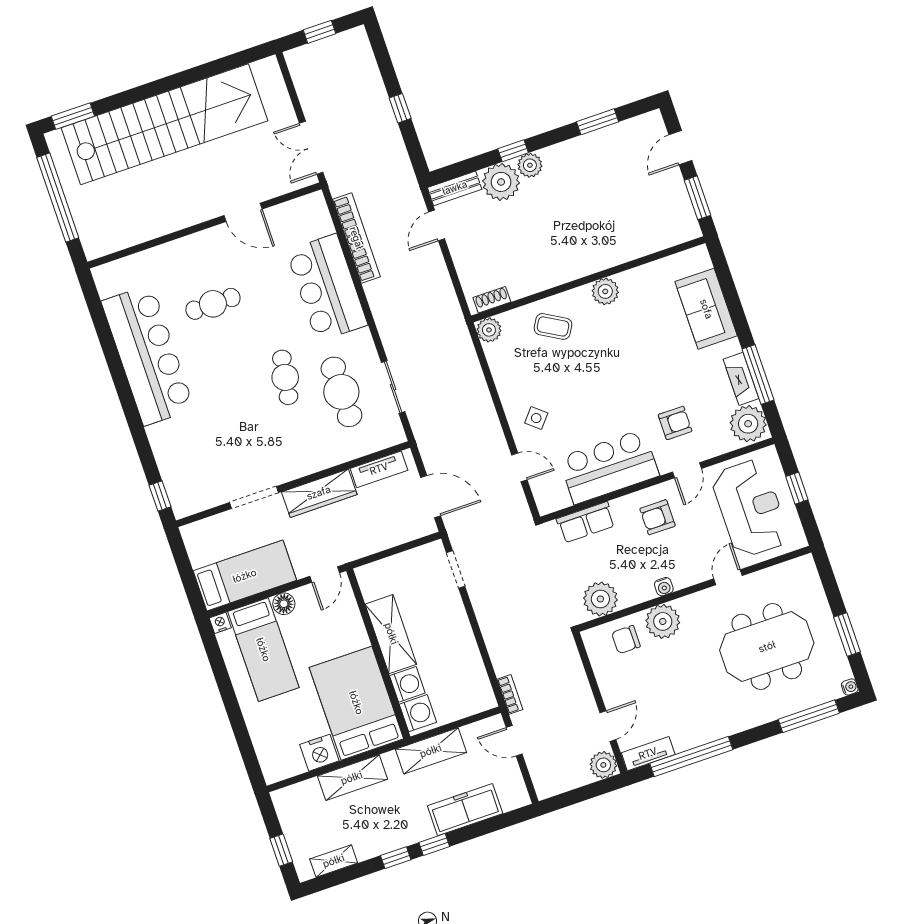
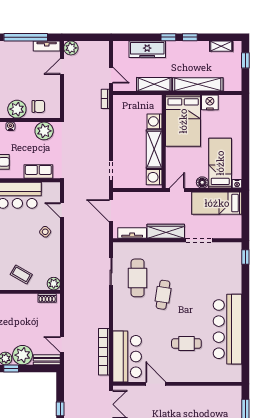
door: (437, 225) -> (62, 344), swing flipped
bar counter: (327, 288) -> (127, 356), moved
washing machine: (418, 713) -> (154, 177), moved
shelving: (352, 778) -> (198, 84), width x1.47

